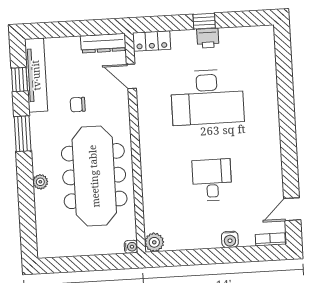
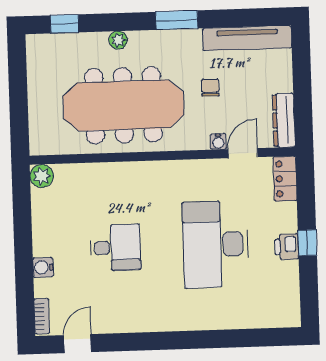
window: (19, 80) -> (65, 24), moved
door: (292, 209) -> (78, 344), hinge flipped
water cooler: (131, 247) -> (218, 142), moved

